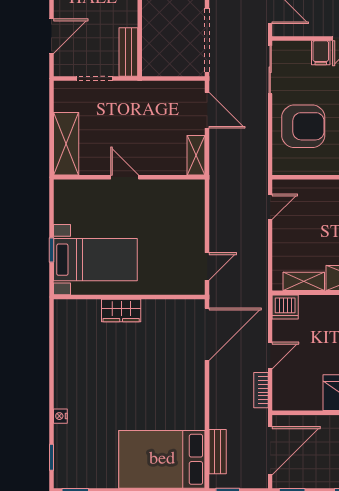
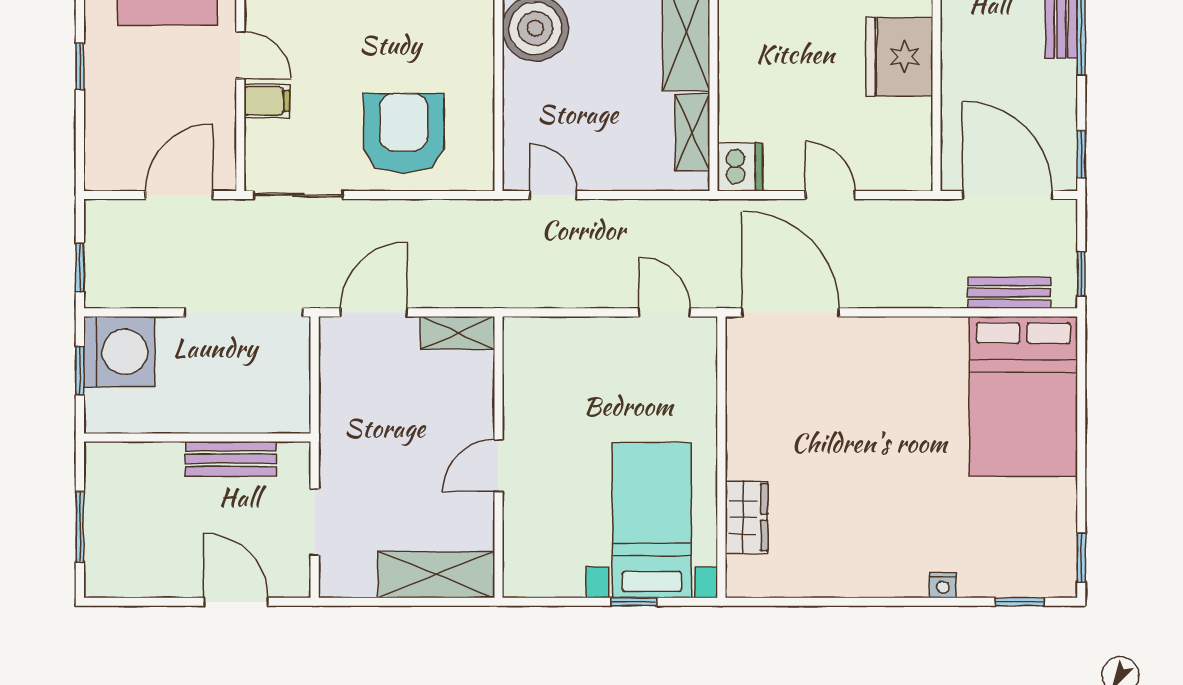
bench: (128, 52) -> (231, 459), moved
wardrobe: (121, 311) -> (746, 517), moved
bookcase: (261, 390) -> (895, 212), removed

